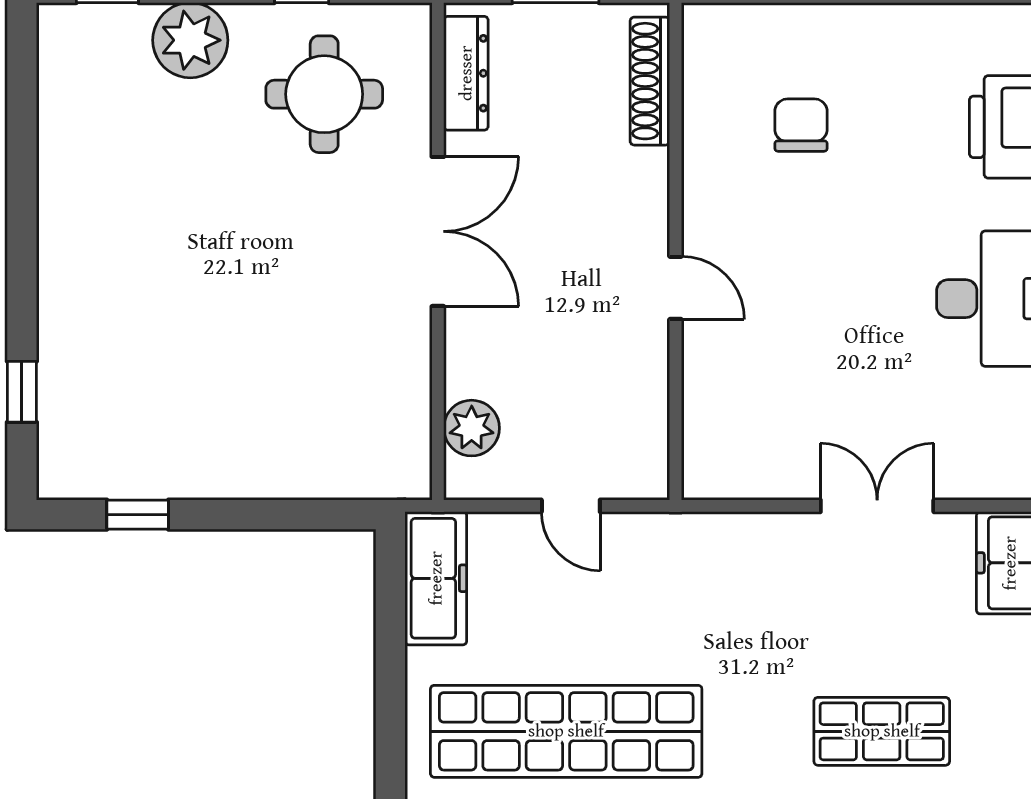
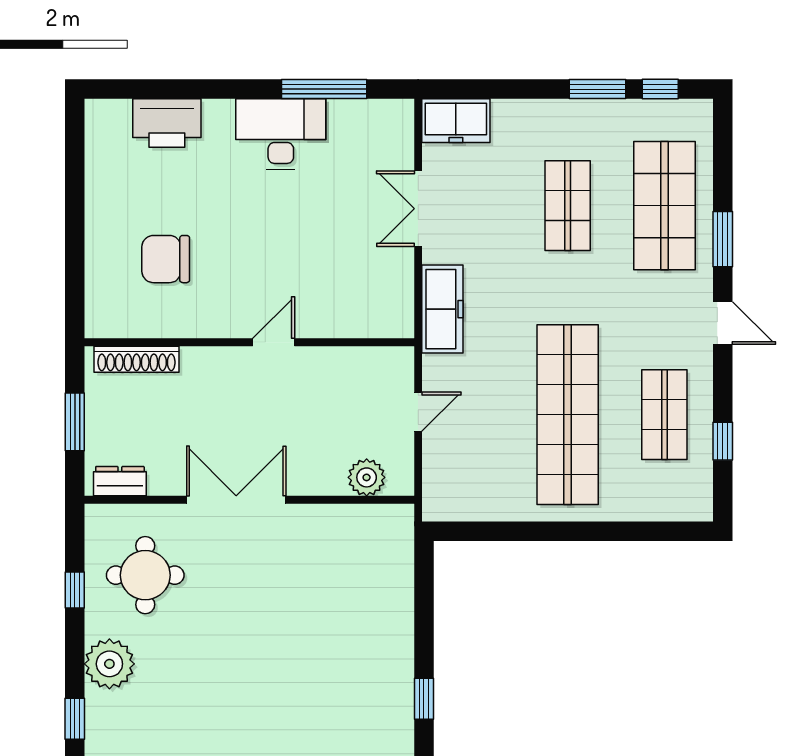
dresser: (466, 73) -> (120, 481), width x0.70
chair: (801, 125) -> (166, 259), width x1.37, depth x1.37
freezer: (436, 578) -> (442, 309), moved, turned 90

